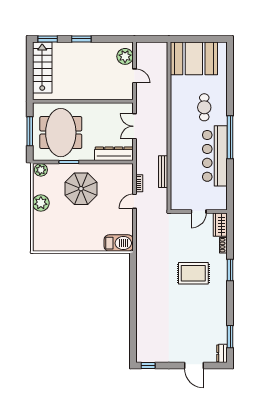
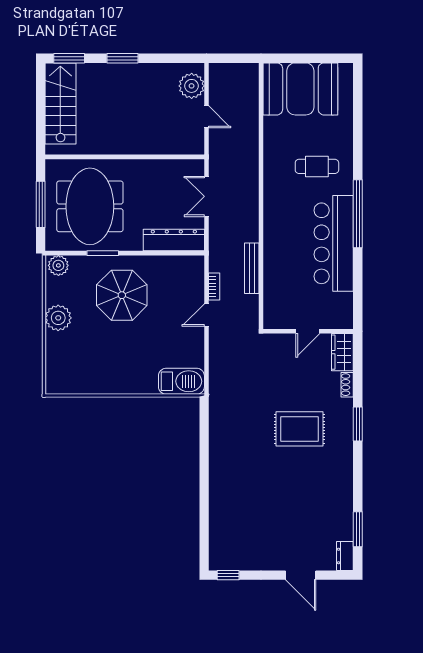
cafe table: (204, 107) -> (317, 166), turned 90

